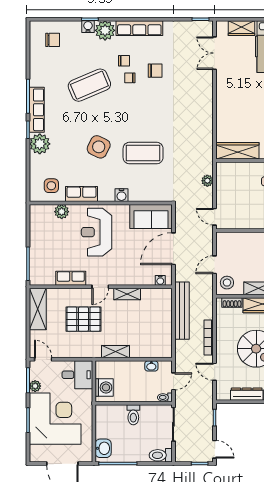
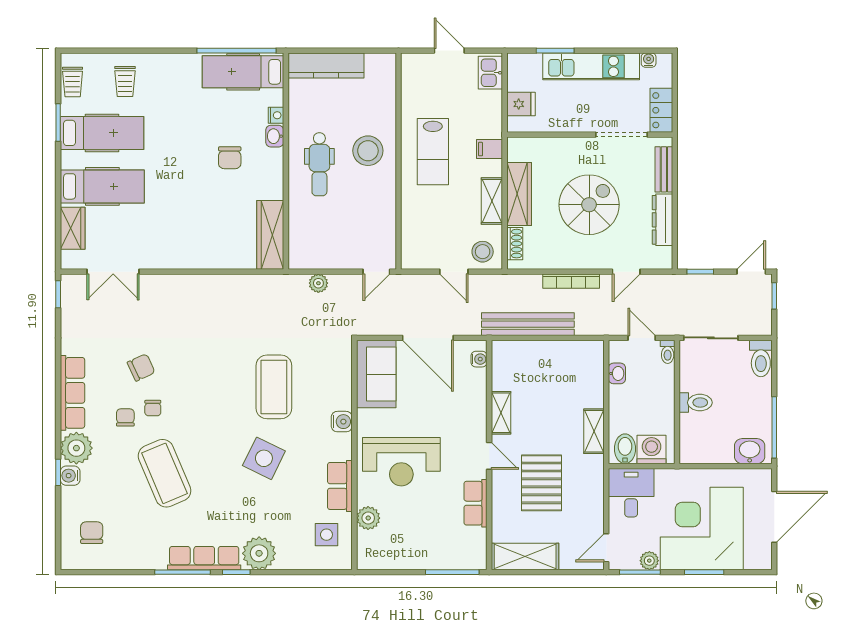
chair: (155, 71) -> (141, 367), turned 65
bidet: (105, 371) -> (625, 449), added

